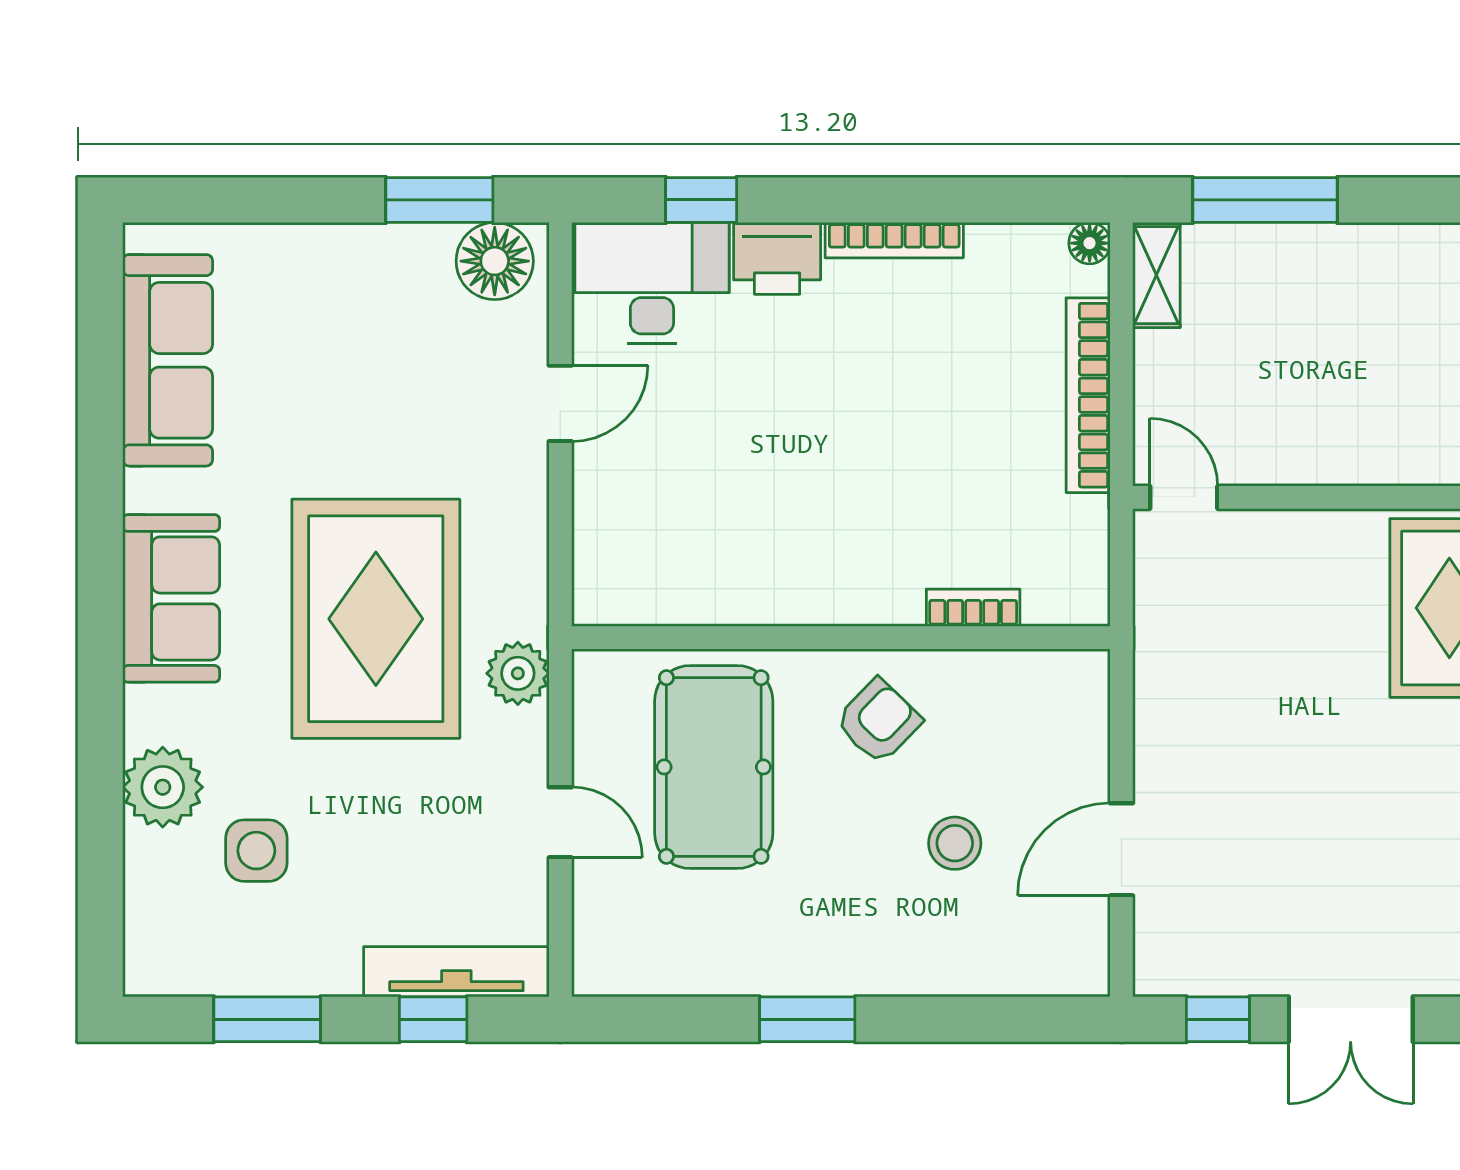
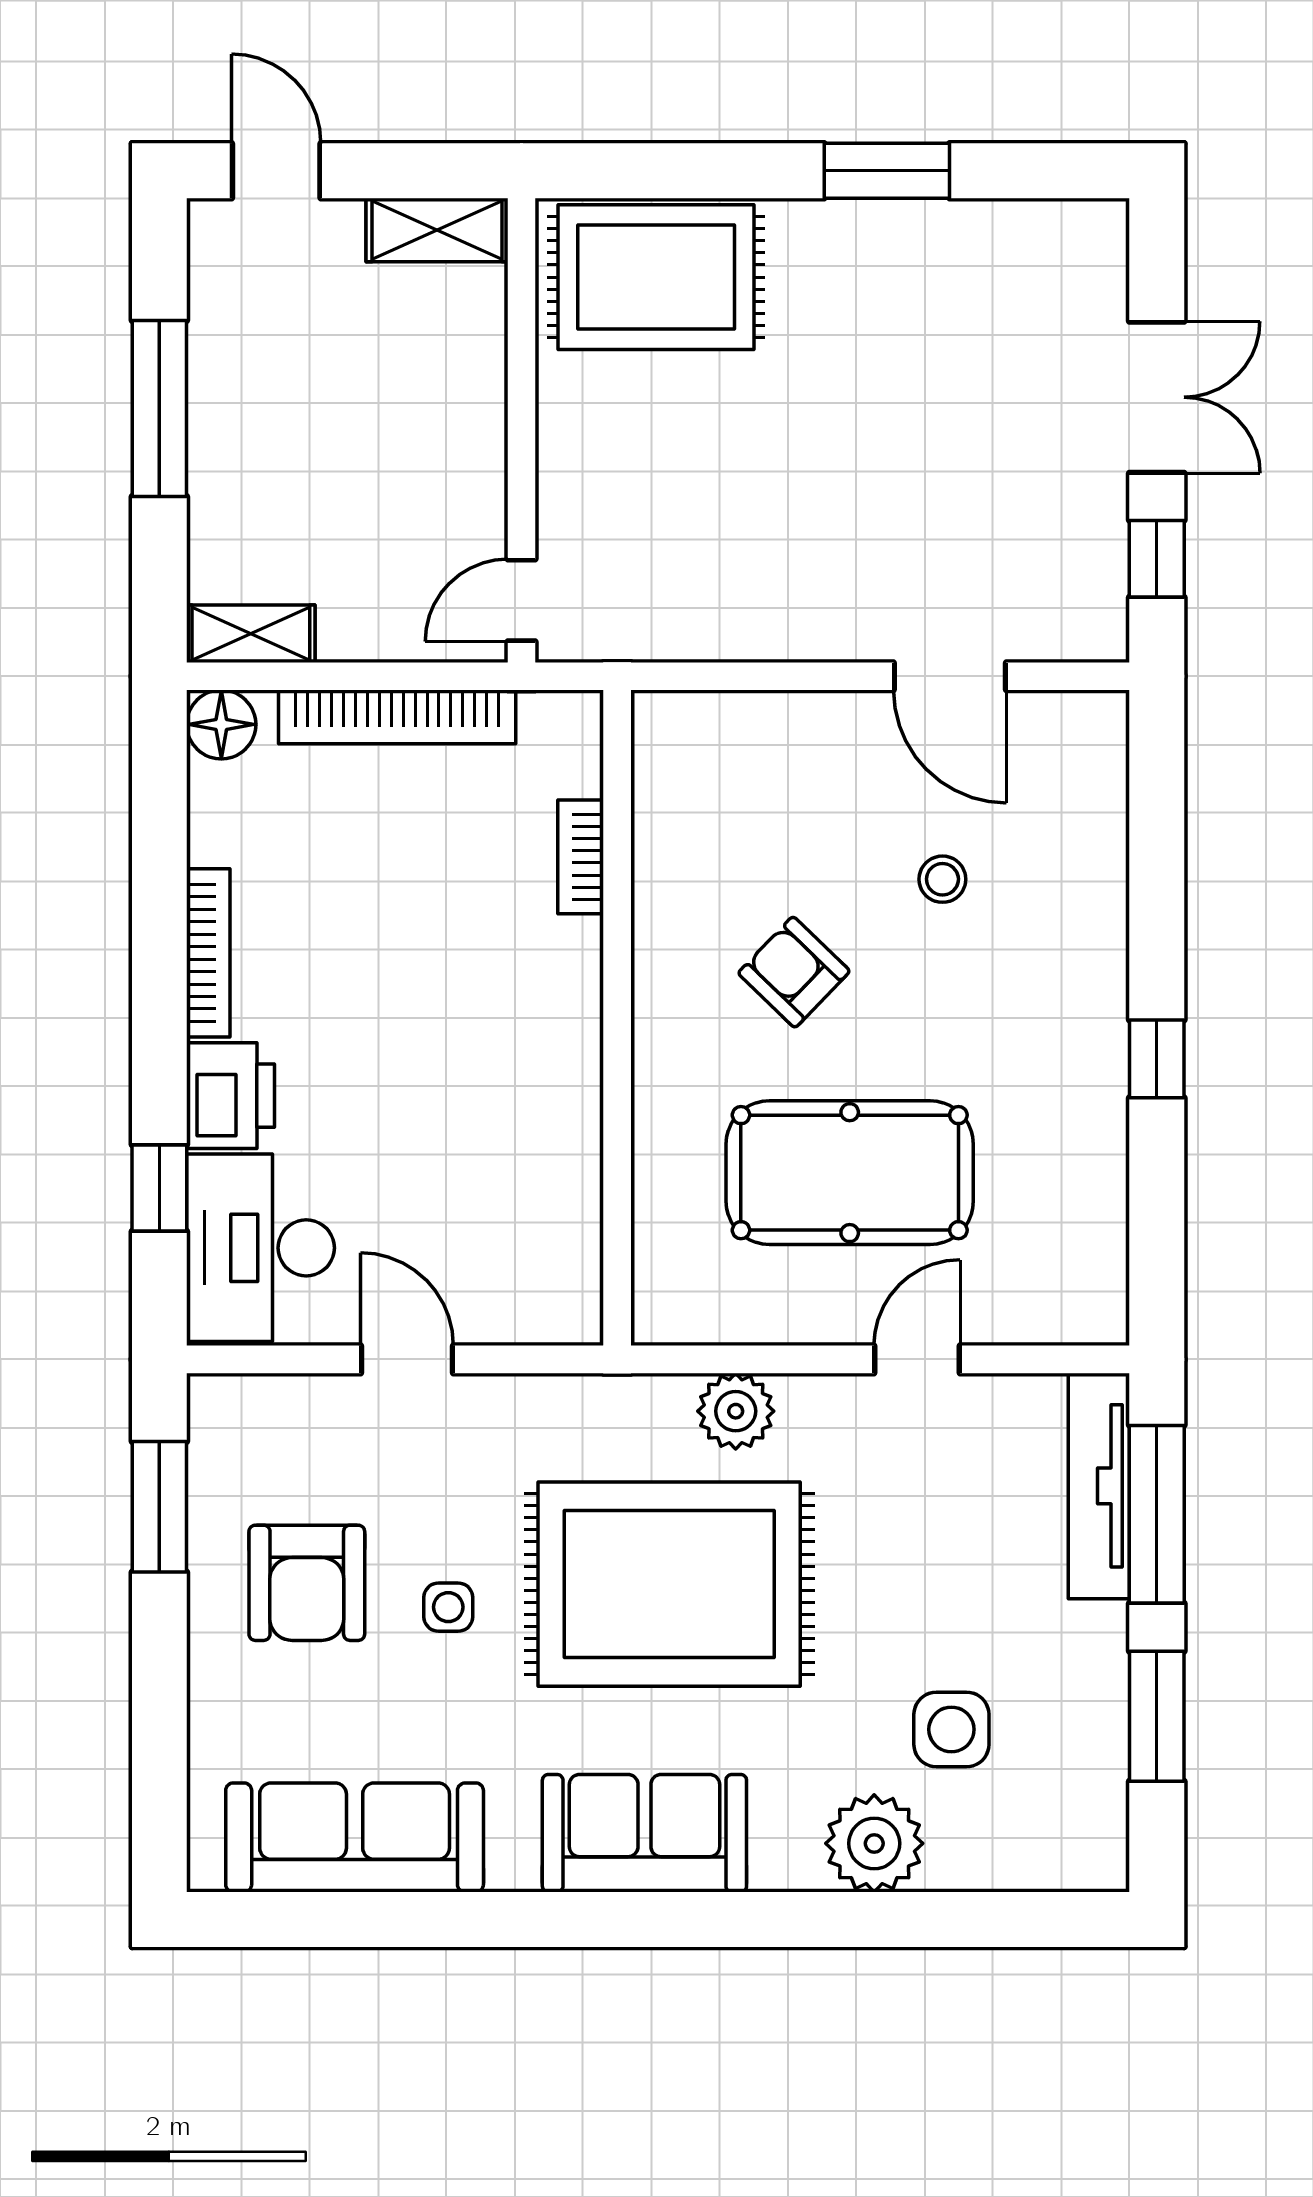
window: (1265, 200) -> (159, 408), moved
floor lamp: (1090, 243) -> (221, 724), width x1.37, depth x1.37
floor lamp: (495, 261) -> (234, 1439), removed
armchair: (377, 321) -> (307, 1583), added
side table: (357, 437) -> (448, 1607), added
bookcase: (973, 608) -> (581, 857), moved
wall: (841, 638) -> (617, 1018), moved
stool: (955, 843) -> (942, 879), width x0.73, depth x0.73
window: (433, 1019) -> (1157, 1514), width x2.17
window: (807, 1019) -> (1157, 1059), width x0.67

